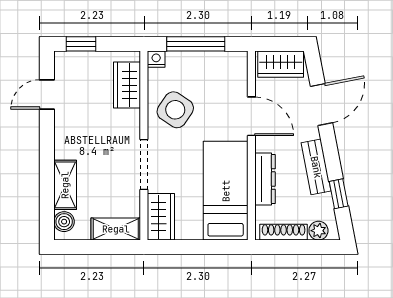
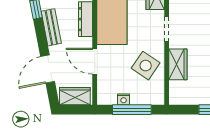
nightstand: (156, 59) -> (124, 99), moved
wardrobe: (127, 85) -> (178, 64), moved
doorway: (144, 165) -> (167, 29), width x0.73

